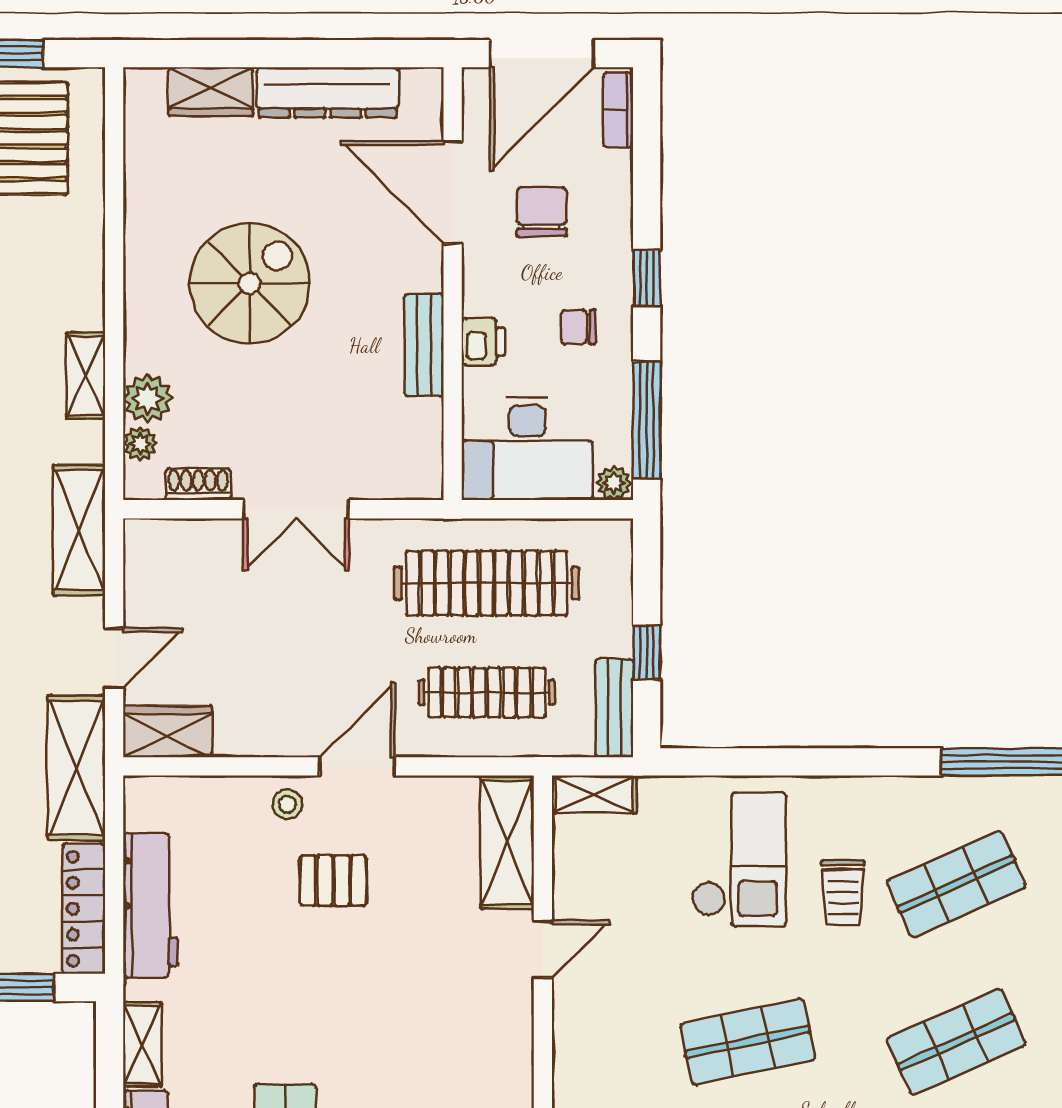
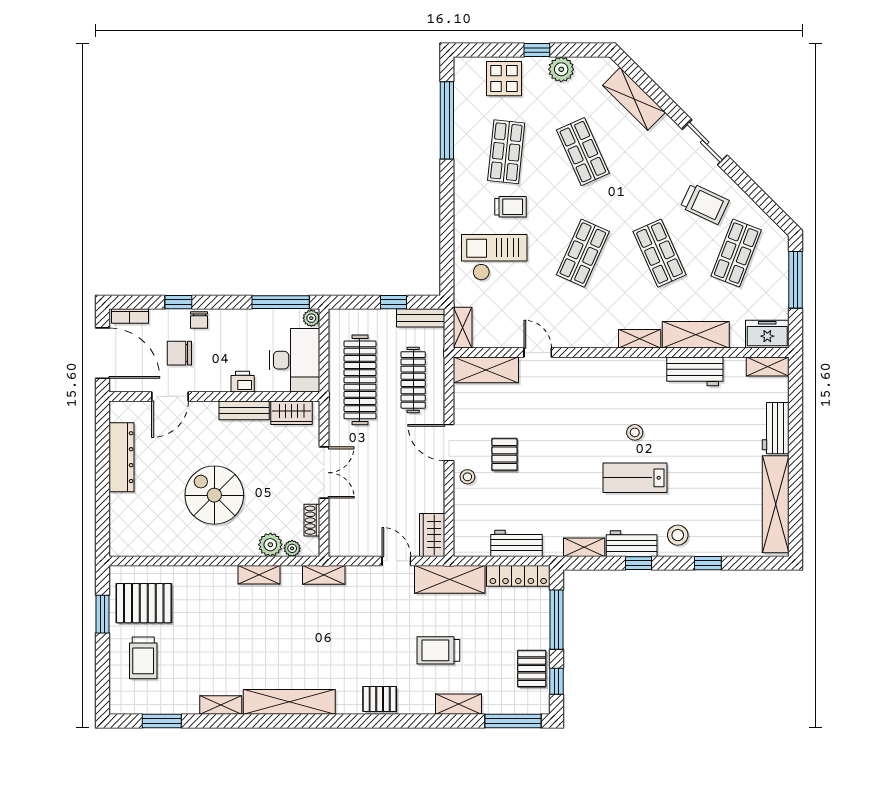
wardrobe: (211, 92) -> (292, 413), moved, turned 90
door: (453, 192) -> (170, 396), width x0.73
window: (647, 278) -> (178, 302), moved
chair: (578, 327) -> (199, 320), moved
shelving: (79, 530) -> (324, 575), width x0.67, depth x0.75
shop shelf: (956, 884) -> (506, 152), turned 30
workbench: (151, 905) -> (516, 543), width x0.73
shop shelf: (748, 1042) -> (583, 253), turned 36

